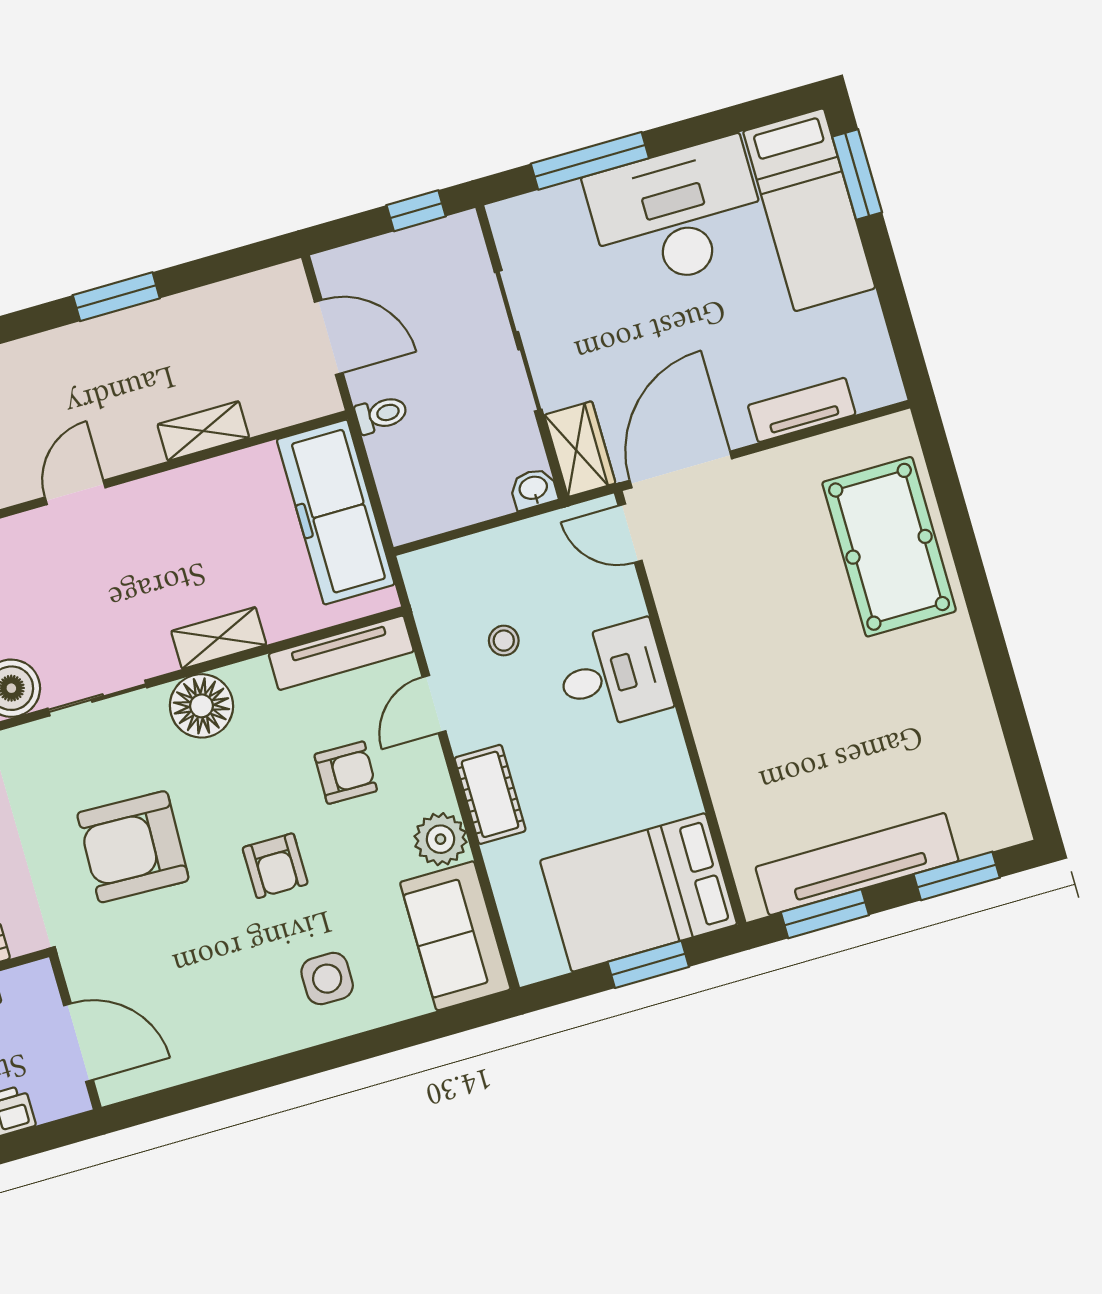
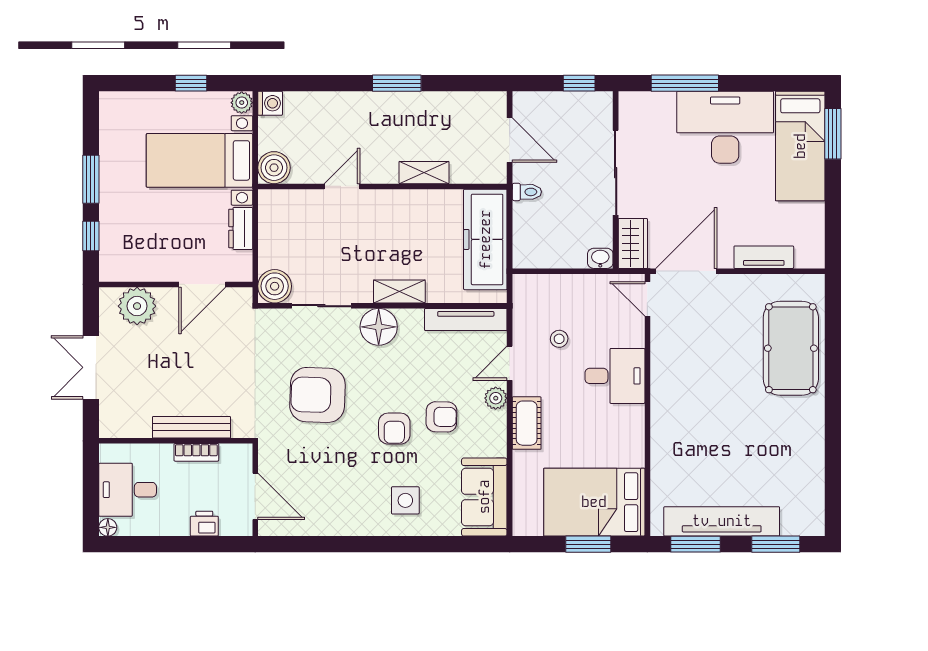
armchair: (346, 773) -> (441, 417), moved
plant: (440, 839) -> (496, 398), moved, width x0.73, depth x0.73

